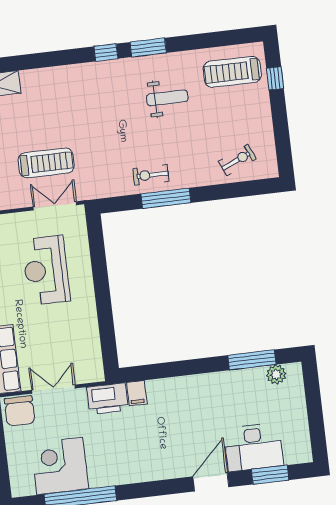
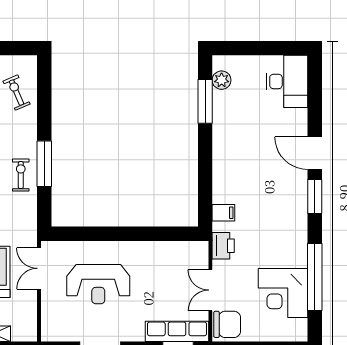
exercise bike: (151, 175) -> (21, 175), turned 180
printer: (107, 399) -> (223, 246), width x0.73, depth x0.84
desk: (254, 447) -> (287, 81), moved
window: (270, 475) -> (315, 197), moved

